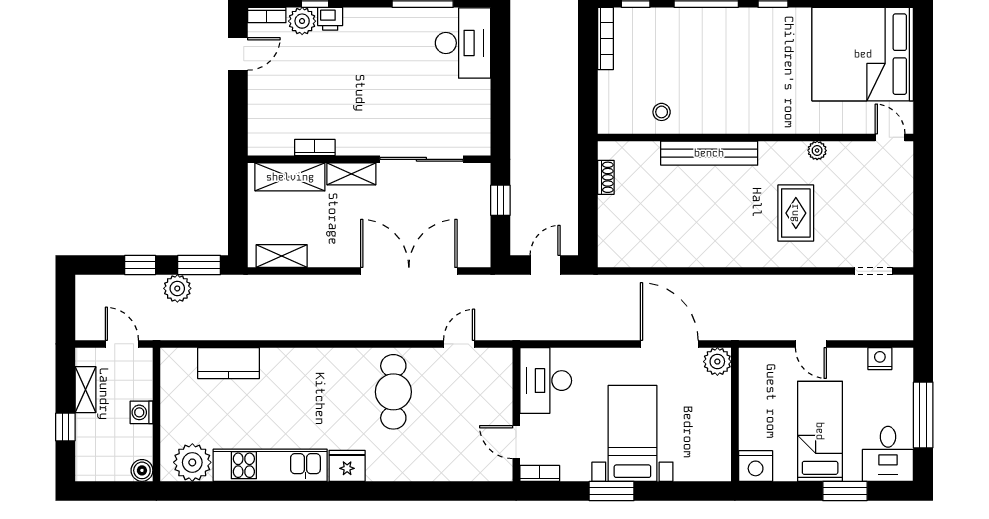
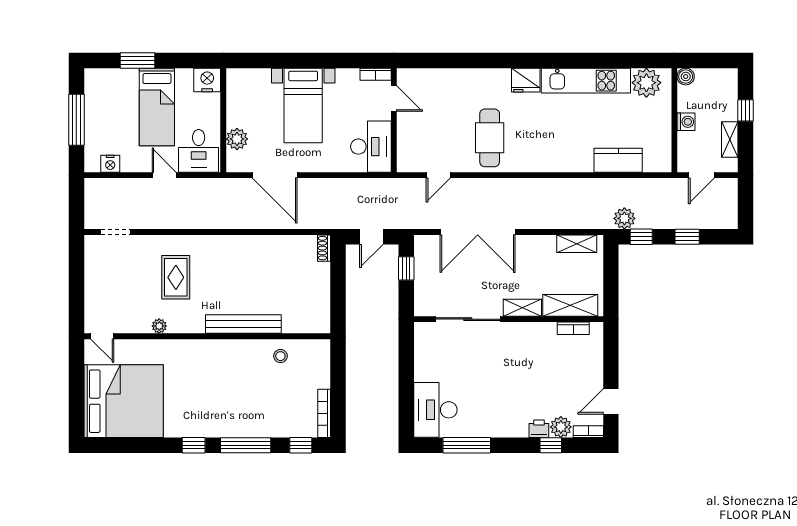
bookcase: (315, 148) -> (573, 328), moved
shoe rack: (606, 177) -> (324, 248), moved
window: (500, 200) -> (406, 268), moved
window: (199, 265) -> (641, 237), width x0.67
plant: (177, 288) -> (624, 218), moved
door: (122, 344) -> (701, 175), hinge flipped
plant: (717, 362) -> (237, 139), moved
desk: (888, 454) -> (199, 151), moved, turned 180
window: (612, 491) -> (319, 60), removed

